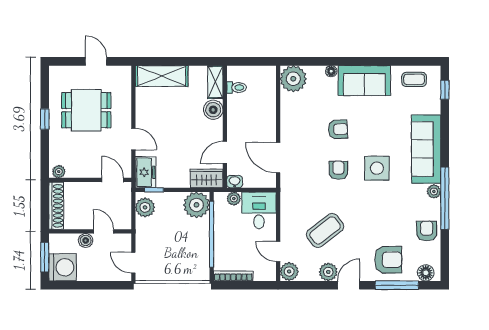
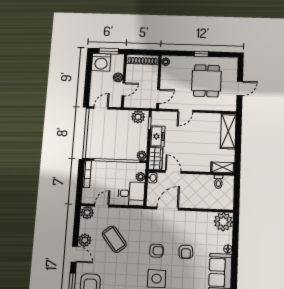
boiler: (213, 110) -> (203, 165), removed
freezer: (146, 172) -> (157, 136), moved, turned -90
plant: (196, 205) -> (142, 155), width x0.53, depth x0.53

